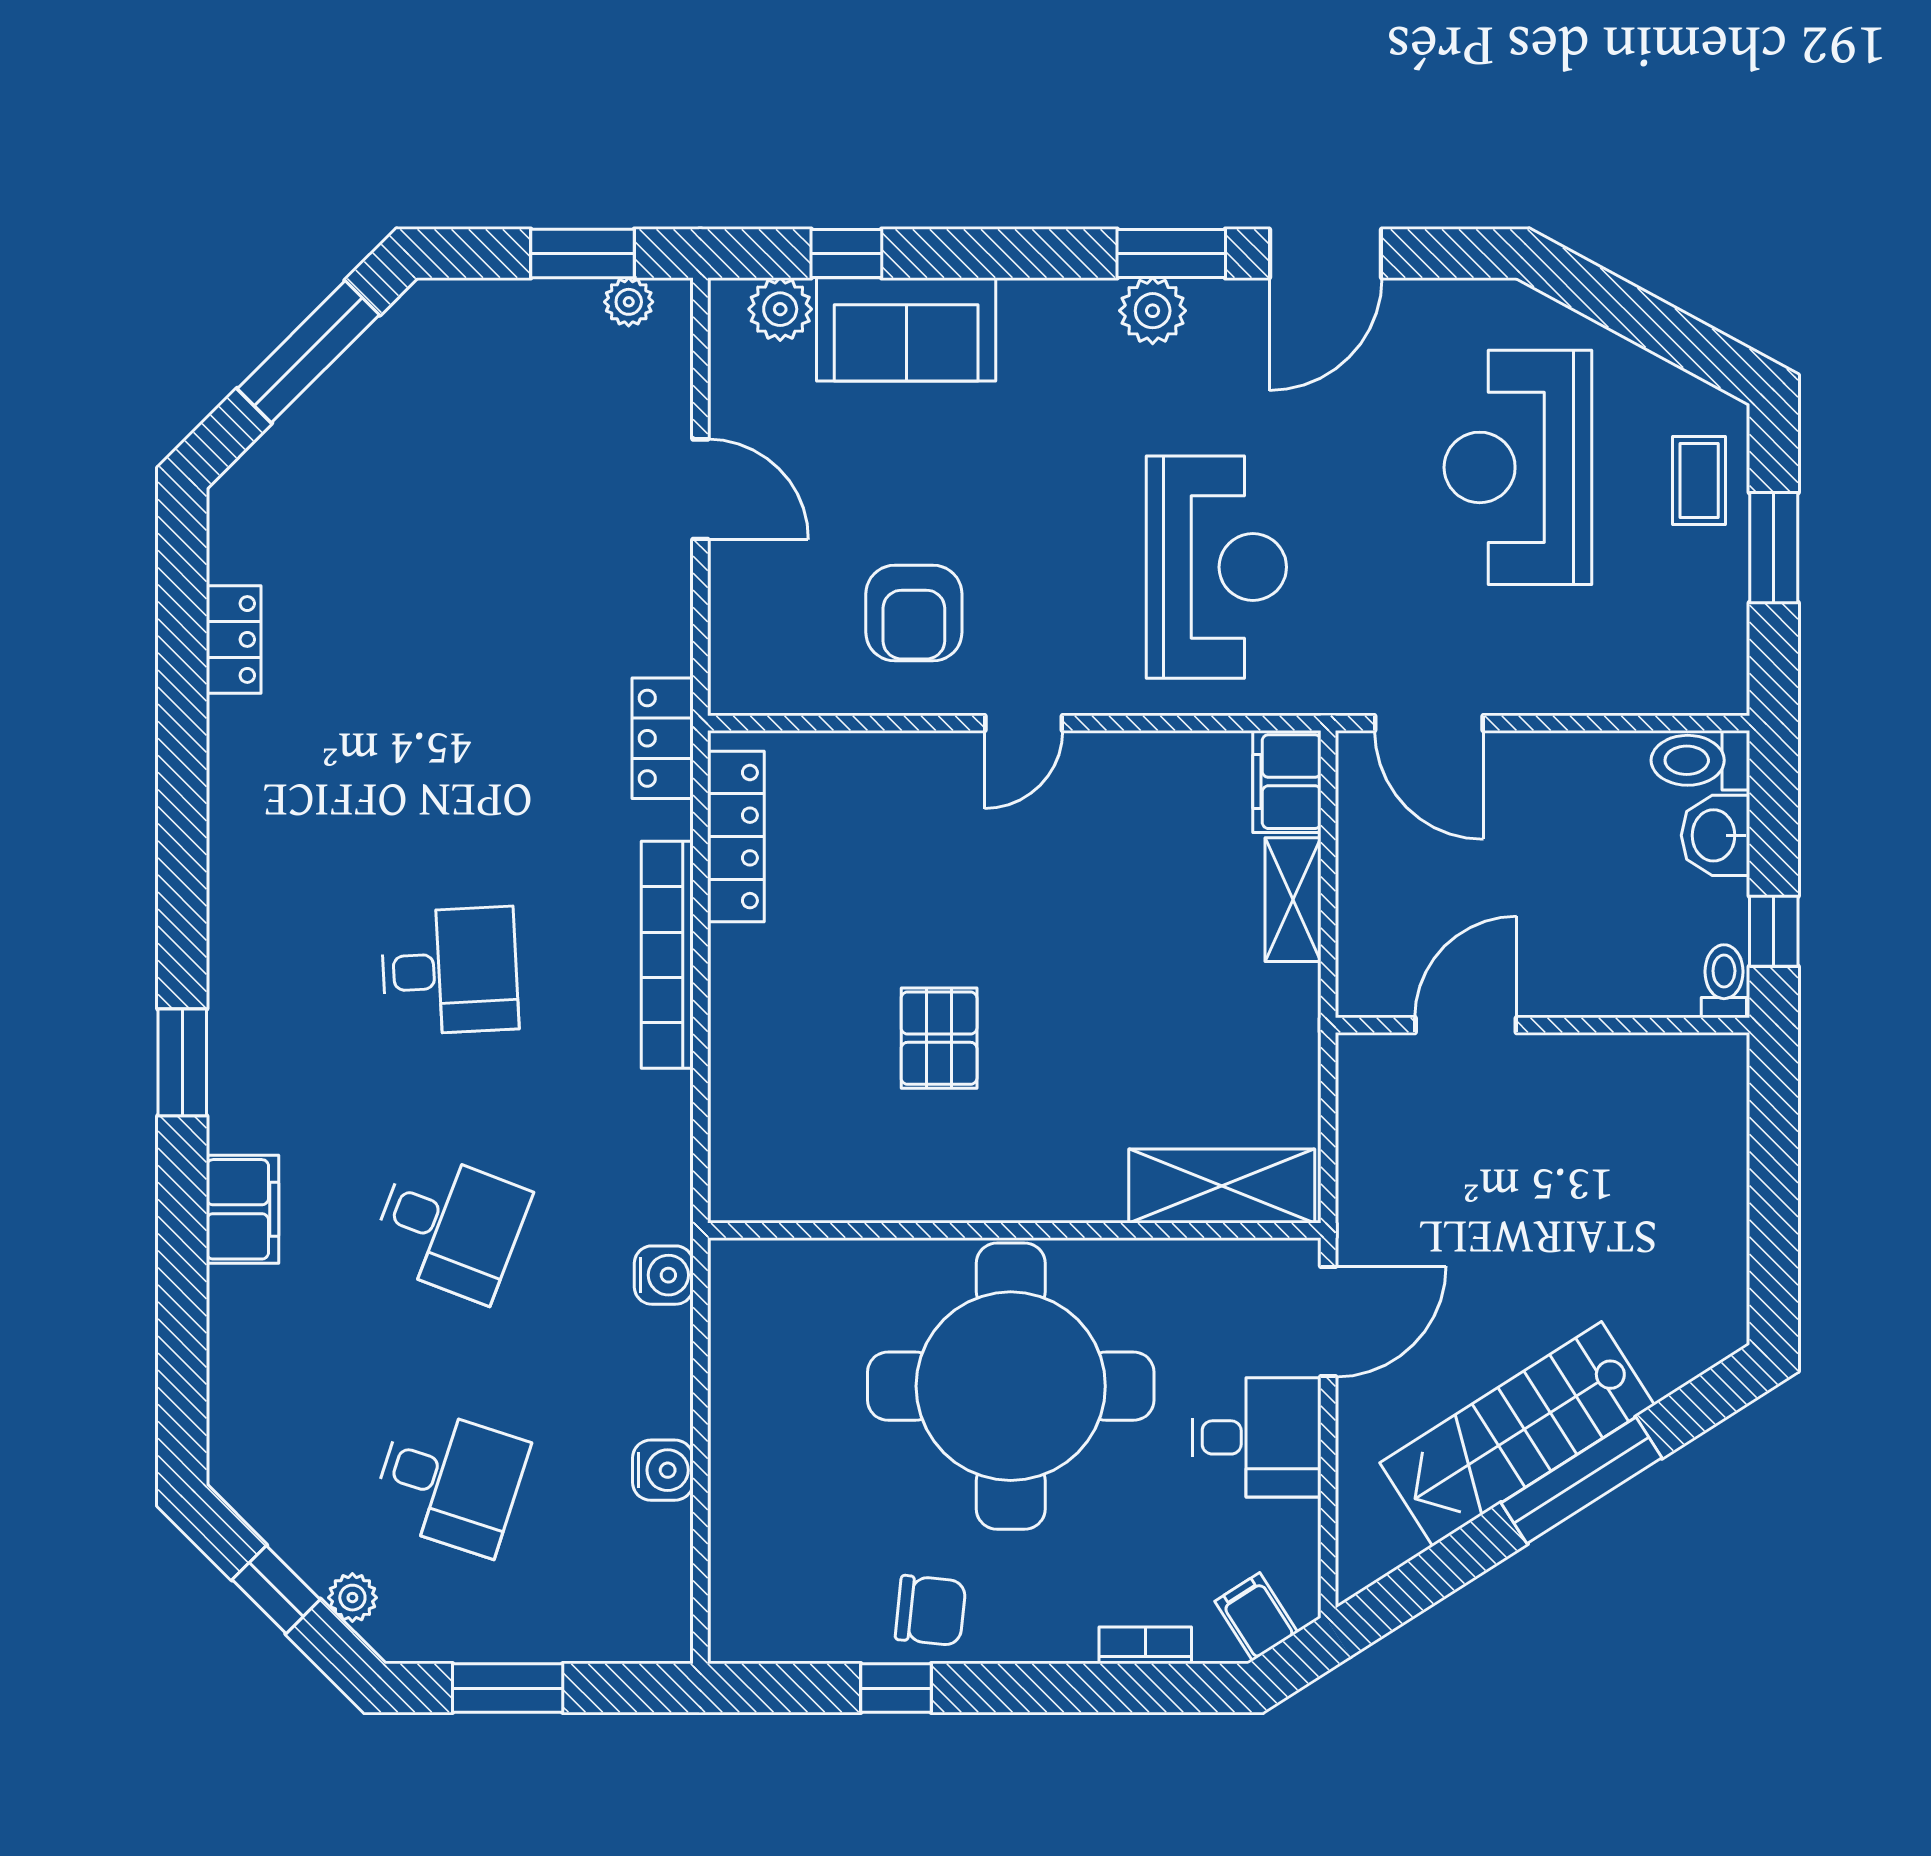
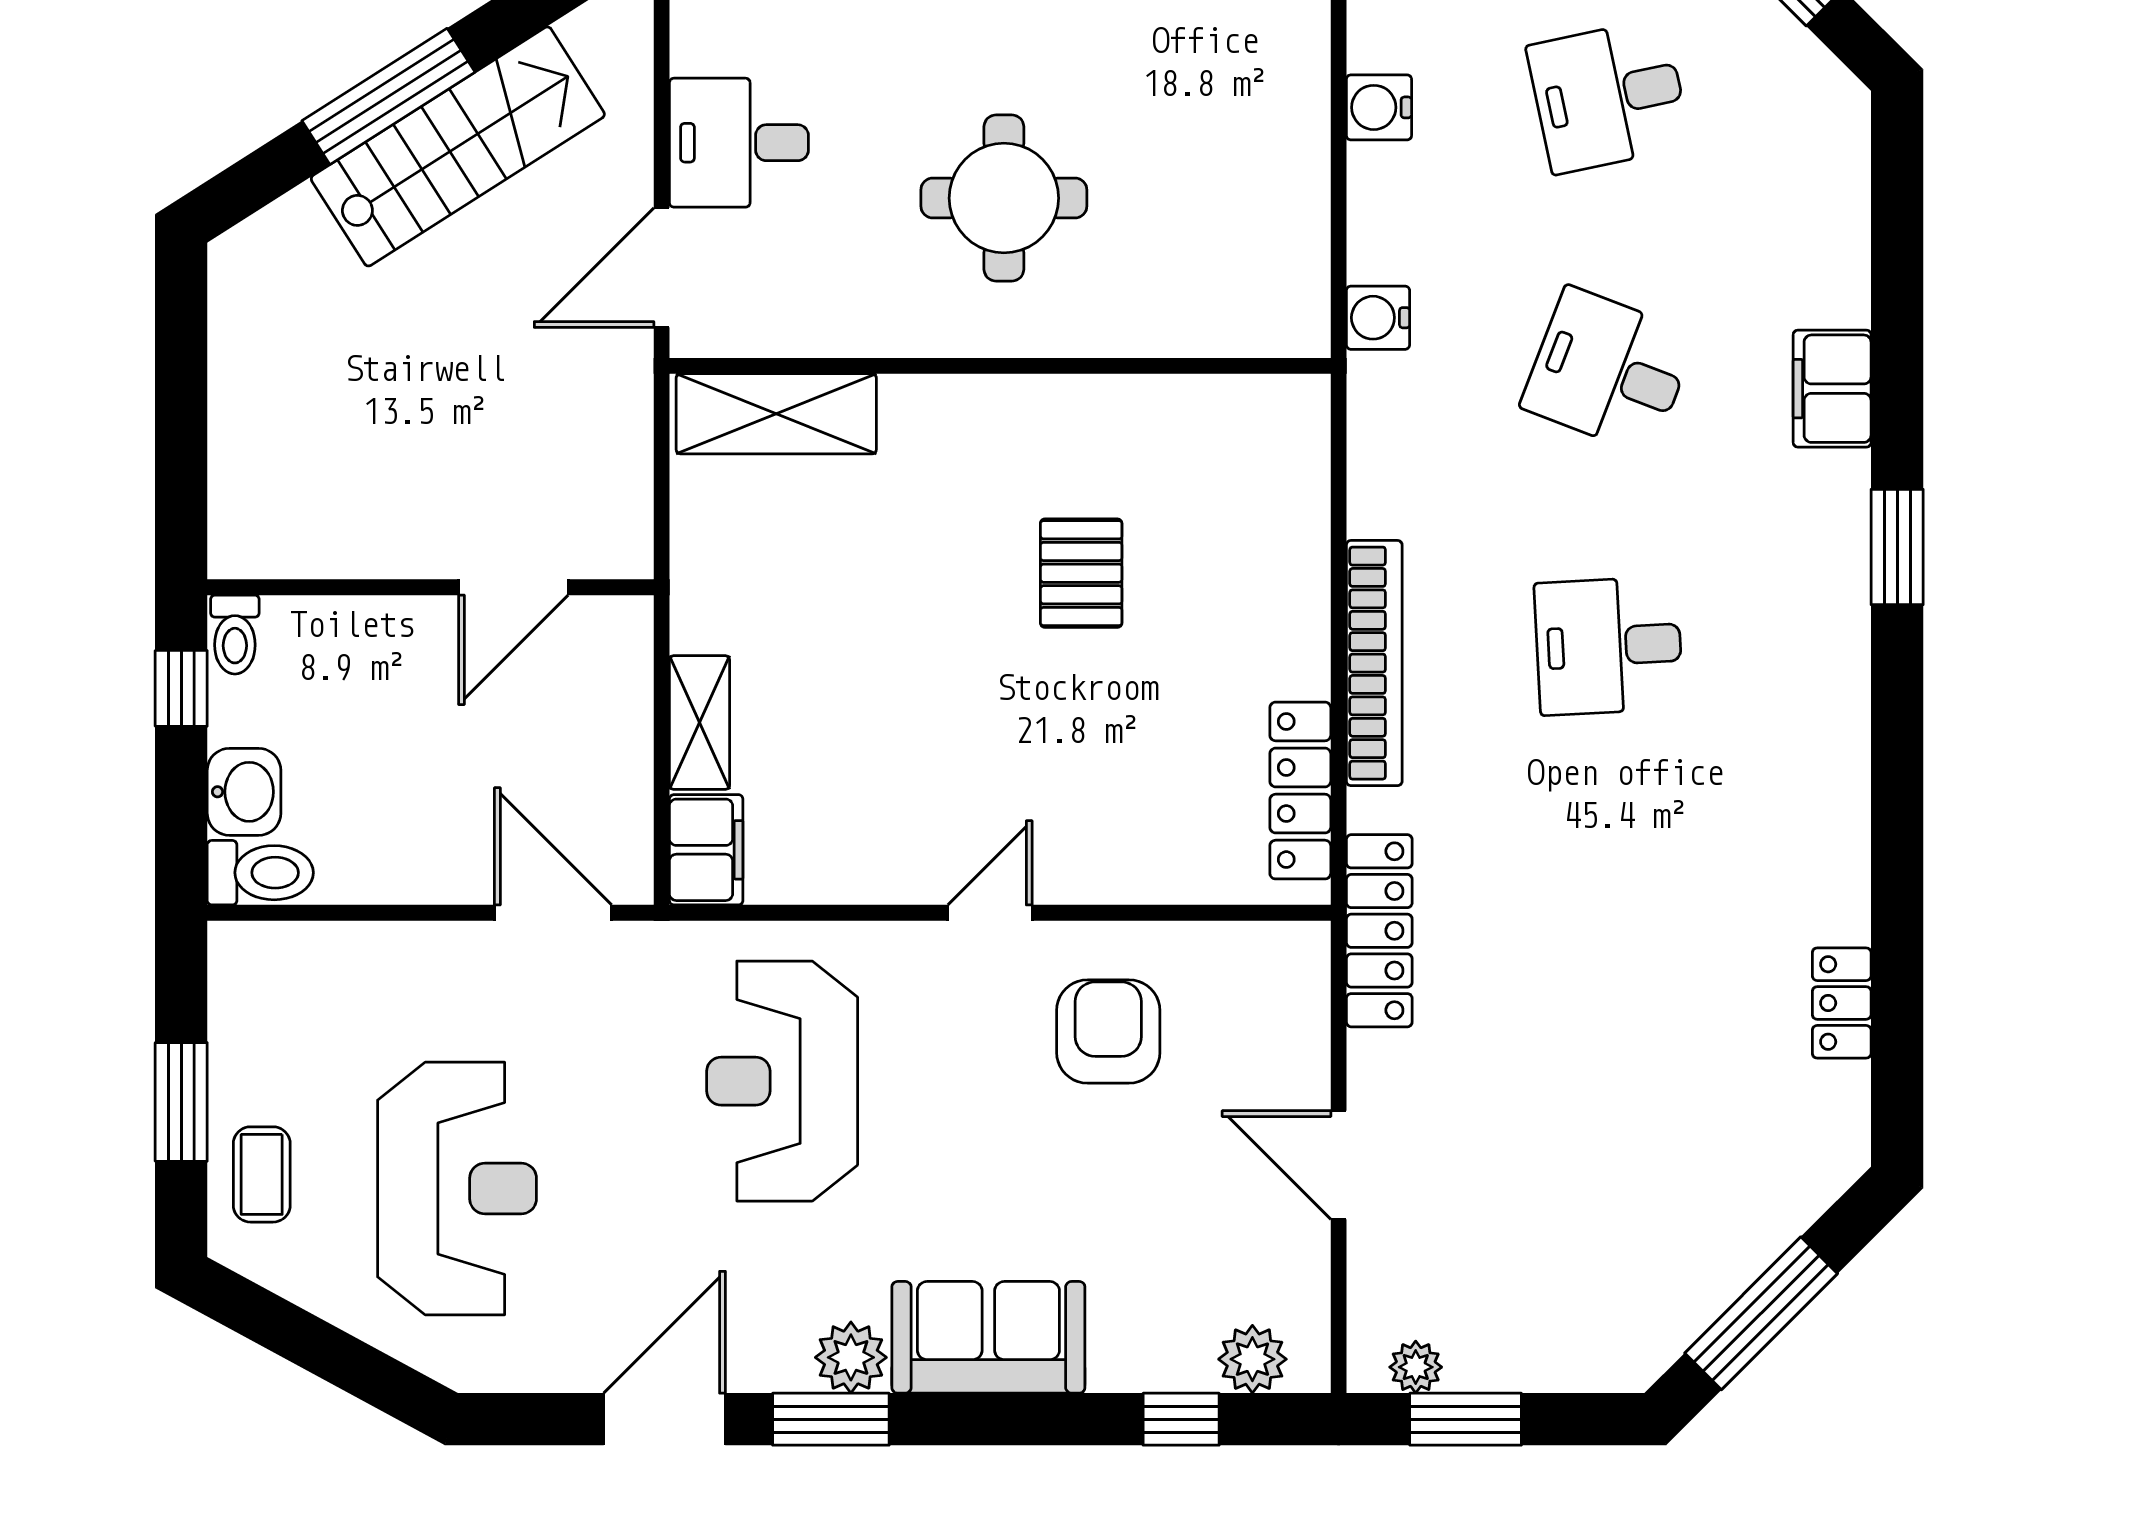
sofa: (906, 329) -> (988, 1337), moved
locker: (663, 738) -> (1379, 931), width x1.53
round table: (1011, 1386) -> (1004, 198), width x0.54, depth x0.54
desk: (450, 1481) -> (1609, 96), turned -30

